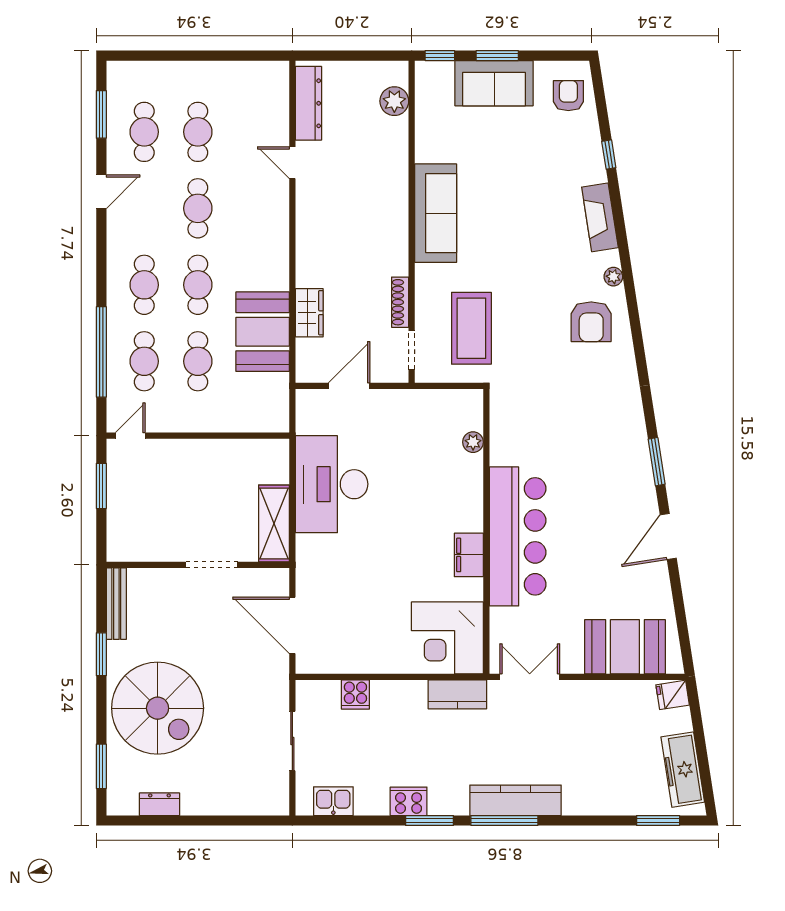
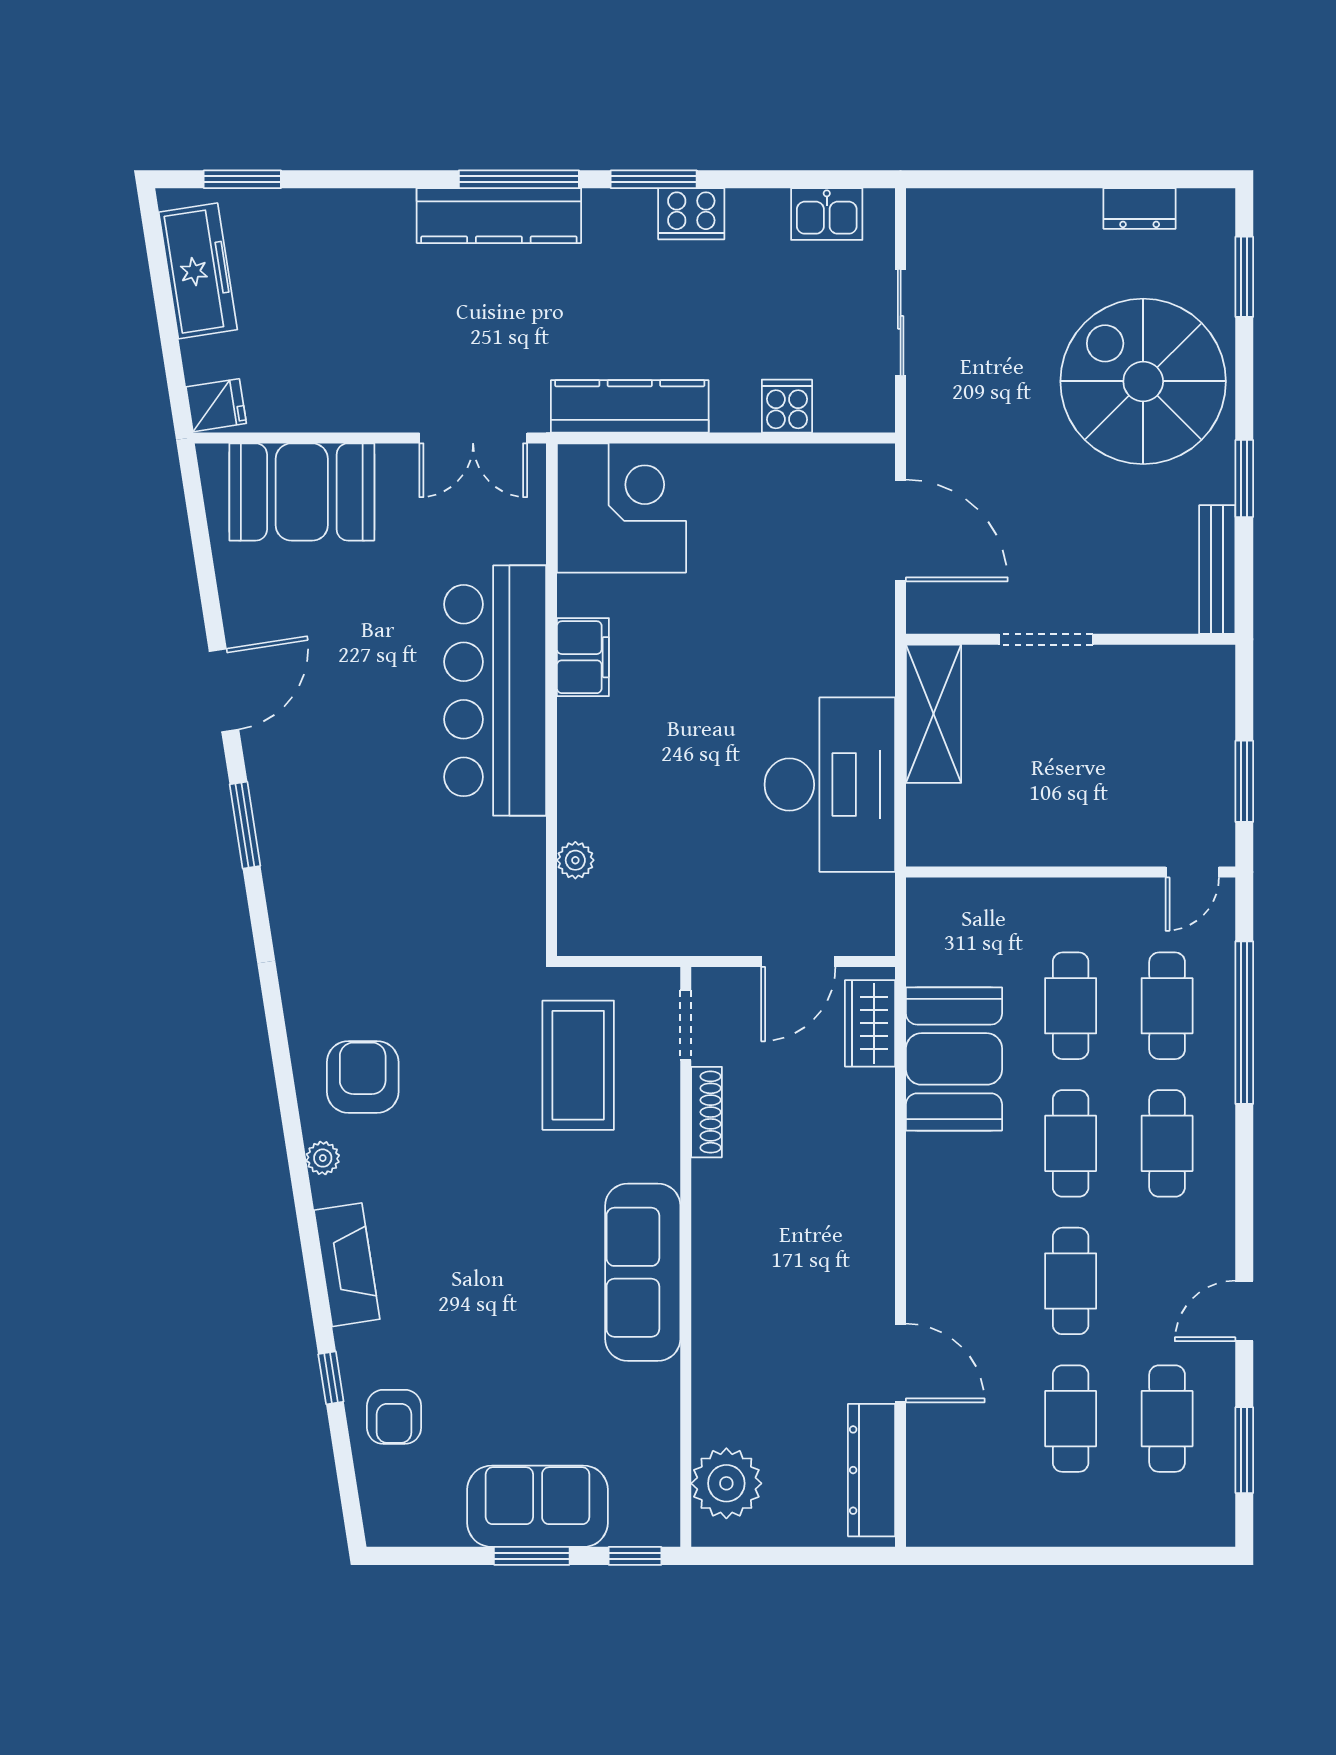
armchair: (568, 96) -> (394, 1417), moved
plant: (394, 101) -> (726, 1483), width x1.36, depth x1.36
door: (292, 163) -> (901, 1363), width x1.38
wardrobe: (309, 313) -> (870, 1023), moved
kitchen counter: (457, 694) -> (630, 406), width x1.50

